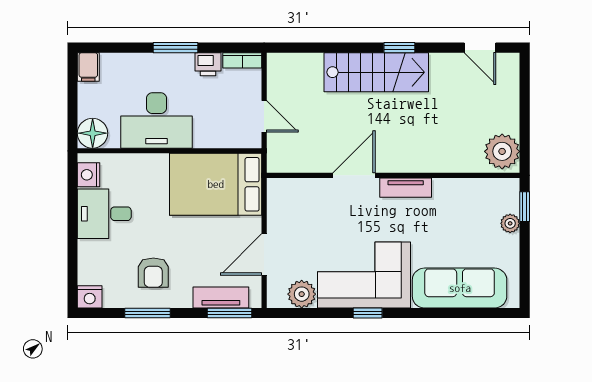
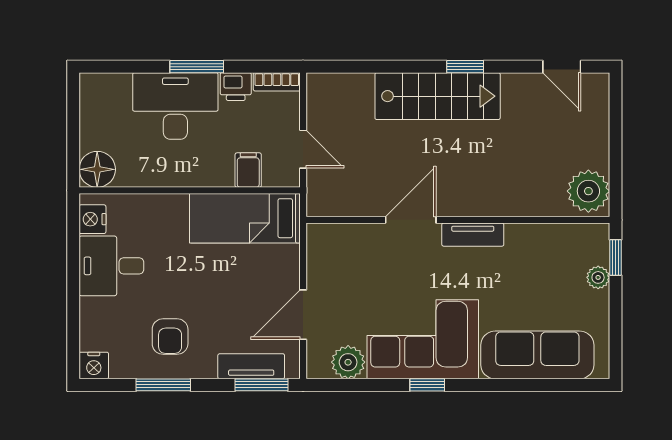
filing cabinet: (88, 67) -> (248, 170), moved, turned 180
desk: (156, 120) -> (175, 106), moved, turned 180
bed: (216, 184) -> (245, 218), width x0.67

